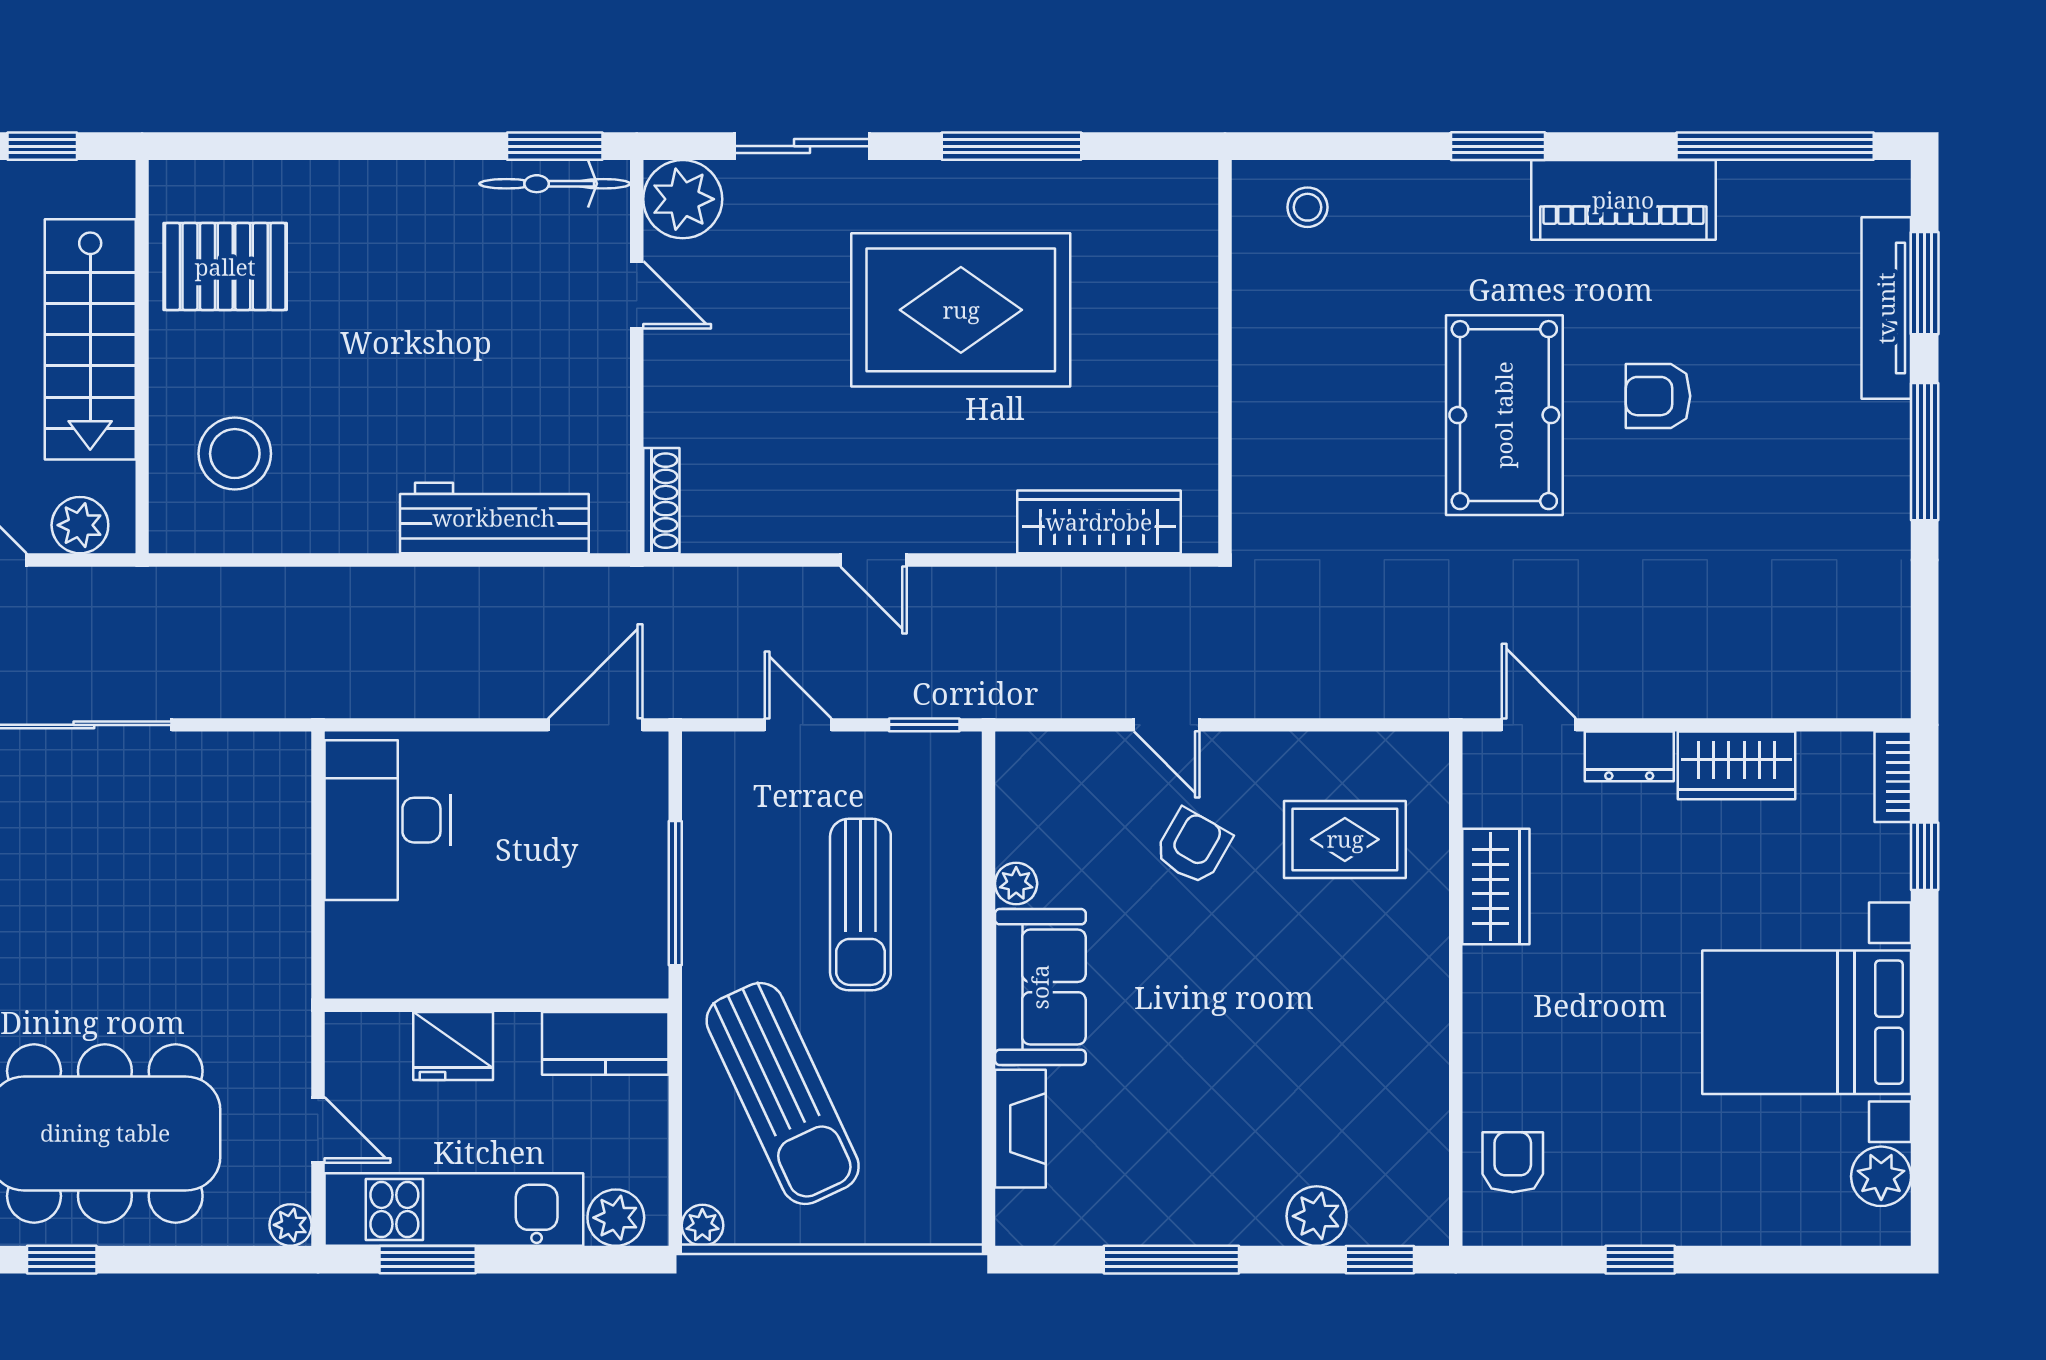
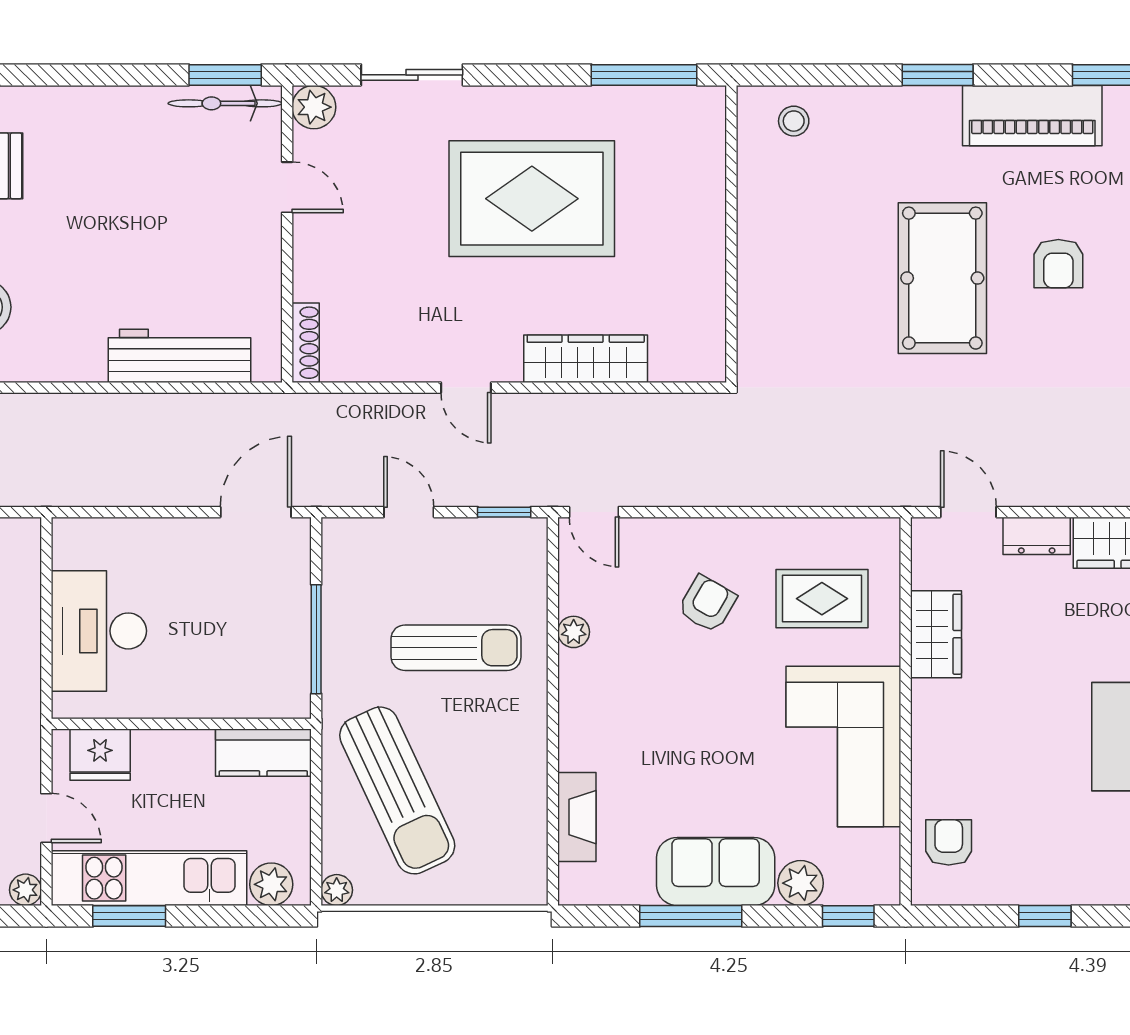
window: (1012, 146) -> (644, 75), moved
plant: (683, 199) -> (314, 107), width x0.73, depth x0.73
armchair: (1658, 396) -> (1058, 264), turned -90
wardrobe: (1099, 522) -> (586, 359), moved
door: (1167, 725) -> (594, 512), moved
desk: (387, 820) -> (99, 631), moved
sun lounger: (860, 904) -> (456, 648), turned -90
sofa: (1040, 987) -> (716, 871), moved, turned -90
corner sofa: (1373, 1035) -> (843, 747), added
fridge: (453, 1046) -> (100, 755), moved

